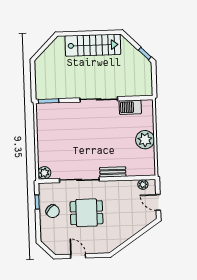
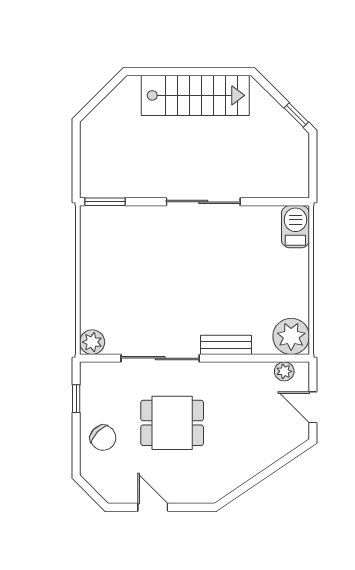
barbecue: (130, 107) -> (295, 227), moved, turned 90
plant: (145, 140) -> (291, 336), moved
chair: (53, 211) -> (103, 438), moved

